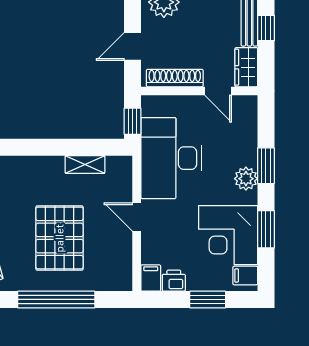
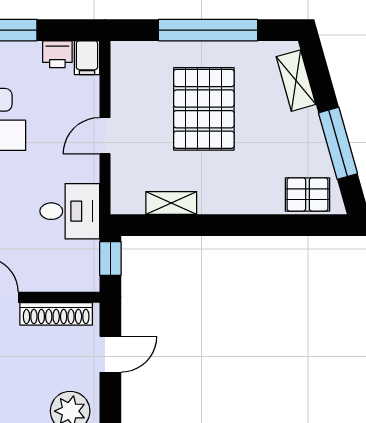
desk: (171, 158) -> (70, 211), width x0.53, depth x0.77
door: (137, 217) -> (105, 136), swing flipped

